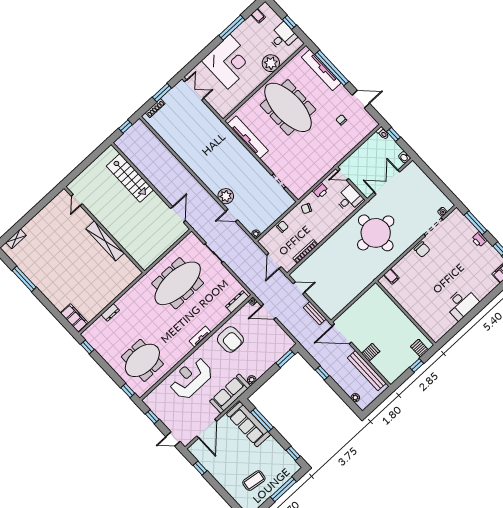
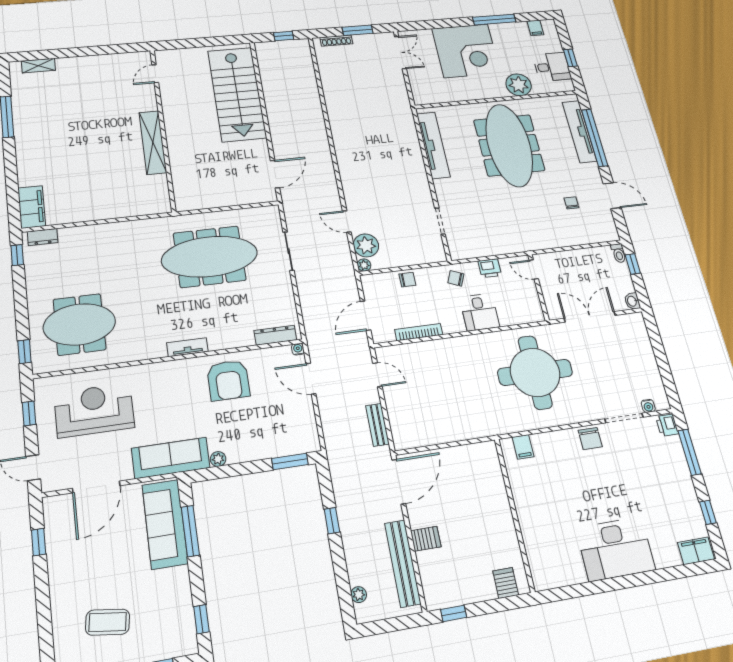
stairs: (130, 178) -> (237, 94), width x1.36, depth x1.51
plant: (226, 196) -> (366, 245), moved
desk: (349, 199) -> (480, 312), moved, turned 90
printer: (479, 240) -> (667, 425), moved
desk: (462, 304) -> (616, 549), width x1.36, depth x1.30
dresser: (110, 312) -> (43, 237), moved
door: (342, 334) -> (399, 482), swing flipped
window: (417, 365) -> (454, 613), moved
reception desk: (191, 378) -> (94, 410), moved

